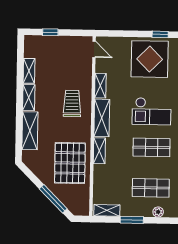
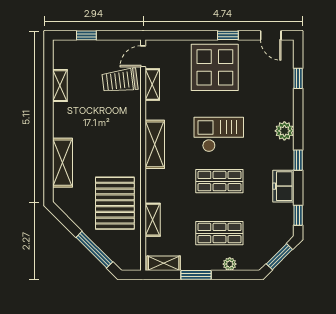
door: (94, 49) -> (143, 56), swing flipped
shelving: (100, 86) -> (152, 85), moved
shelving: (29, 98) -> (60, 120), removed
trolley: (72, 103) -> (120, 81), moved, turned -97
checkout: (152, 111) -> (219, 134), turned 180
shelving: (99, 151) -> (153, 220), moved

